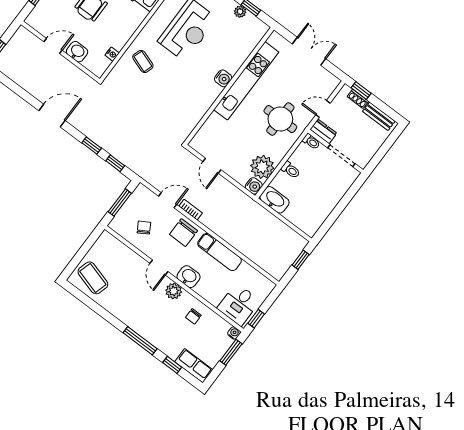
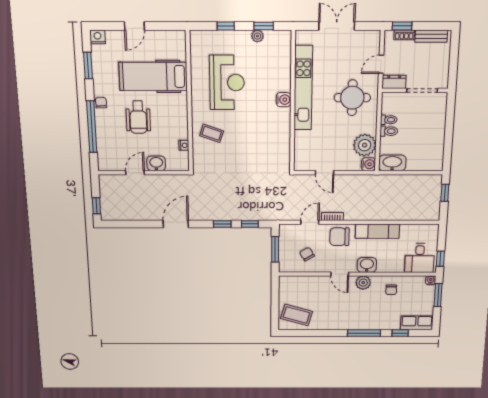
toilet: (311, 142) -> (389, 120), moved
chair: (184, 233) -> (340, 237), turned 90

